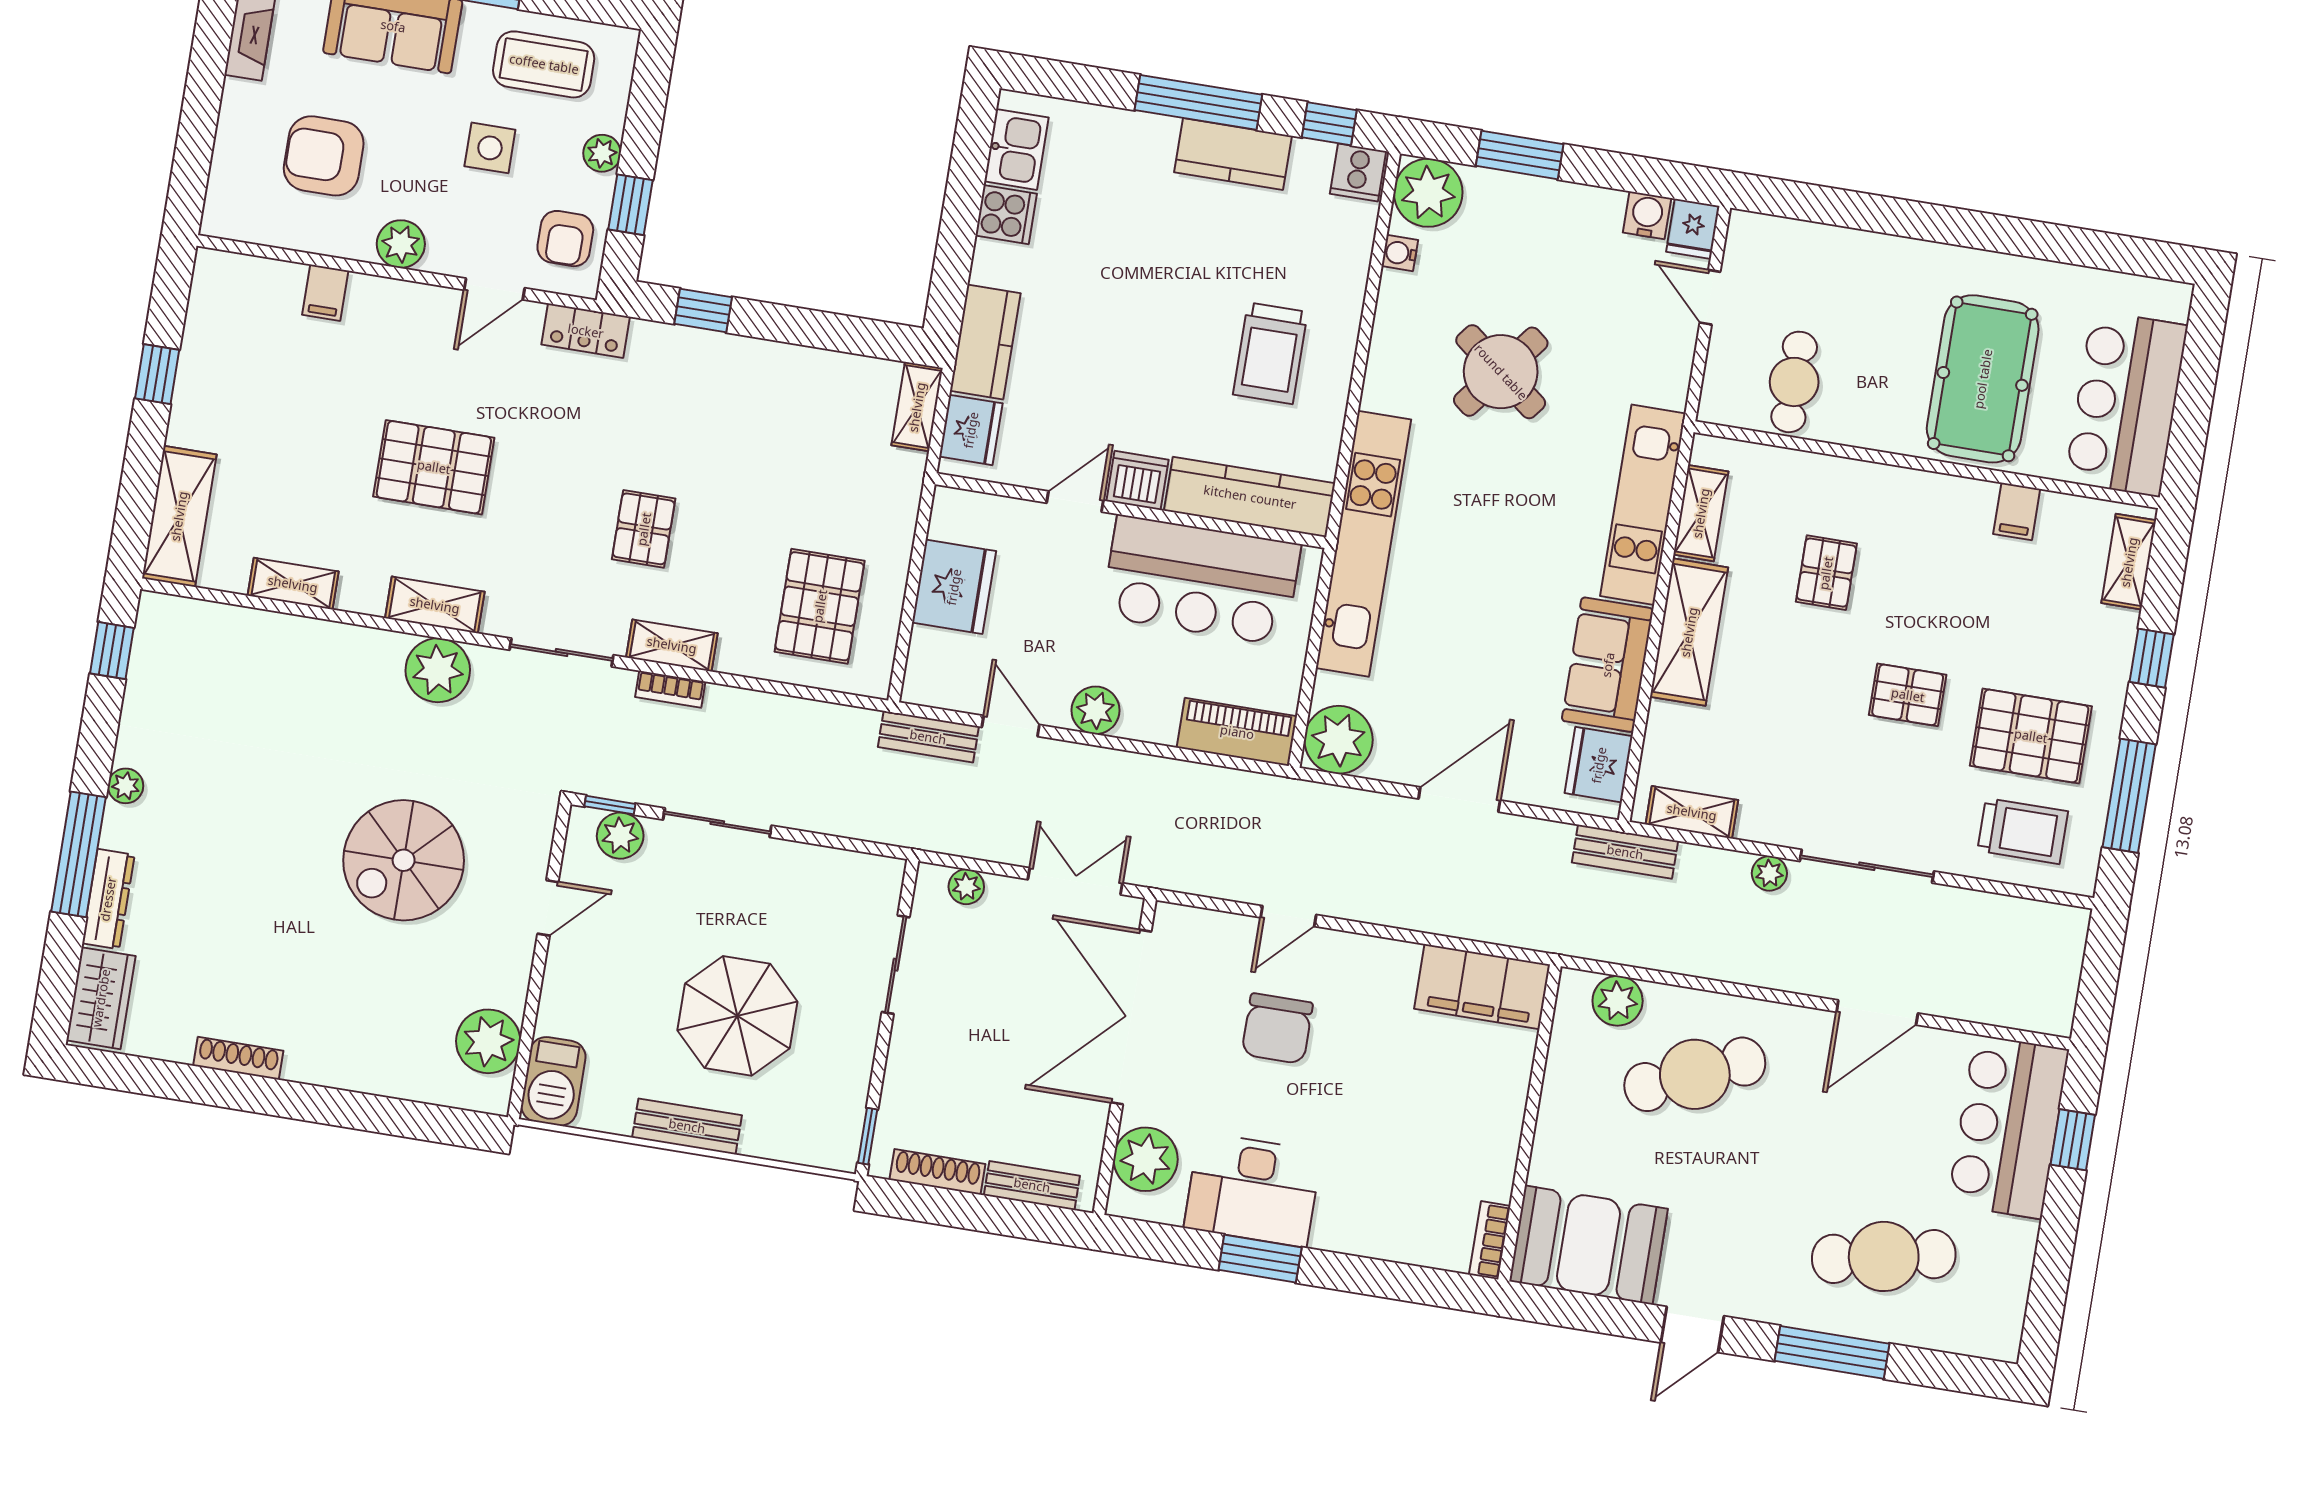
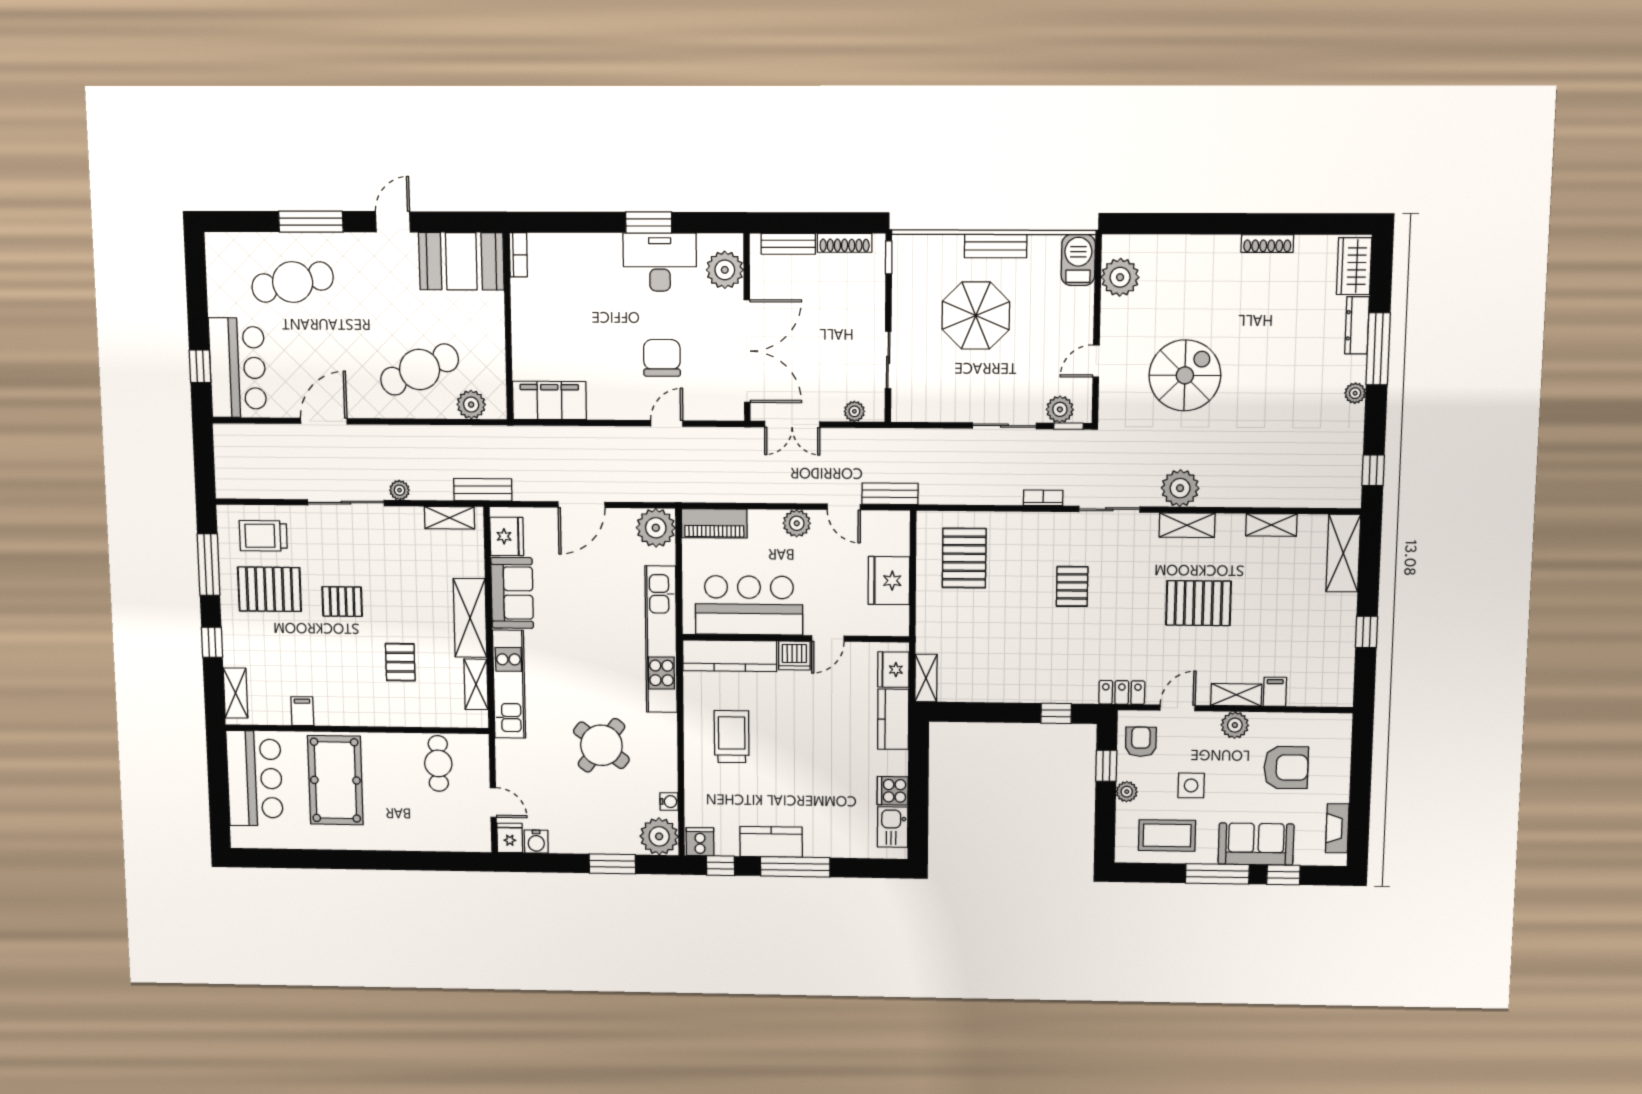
shelving: (672, 645) -> (1236, 695), moved

